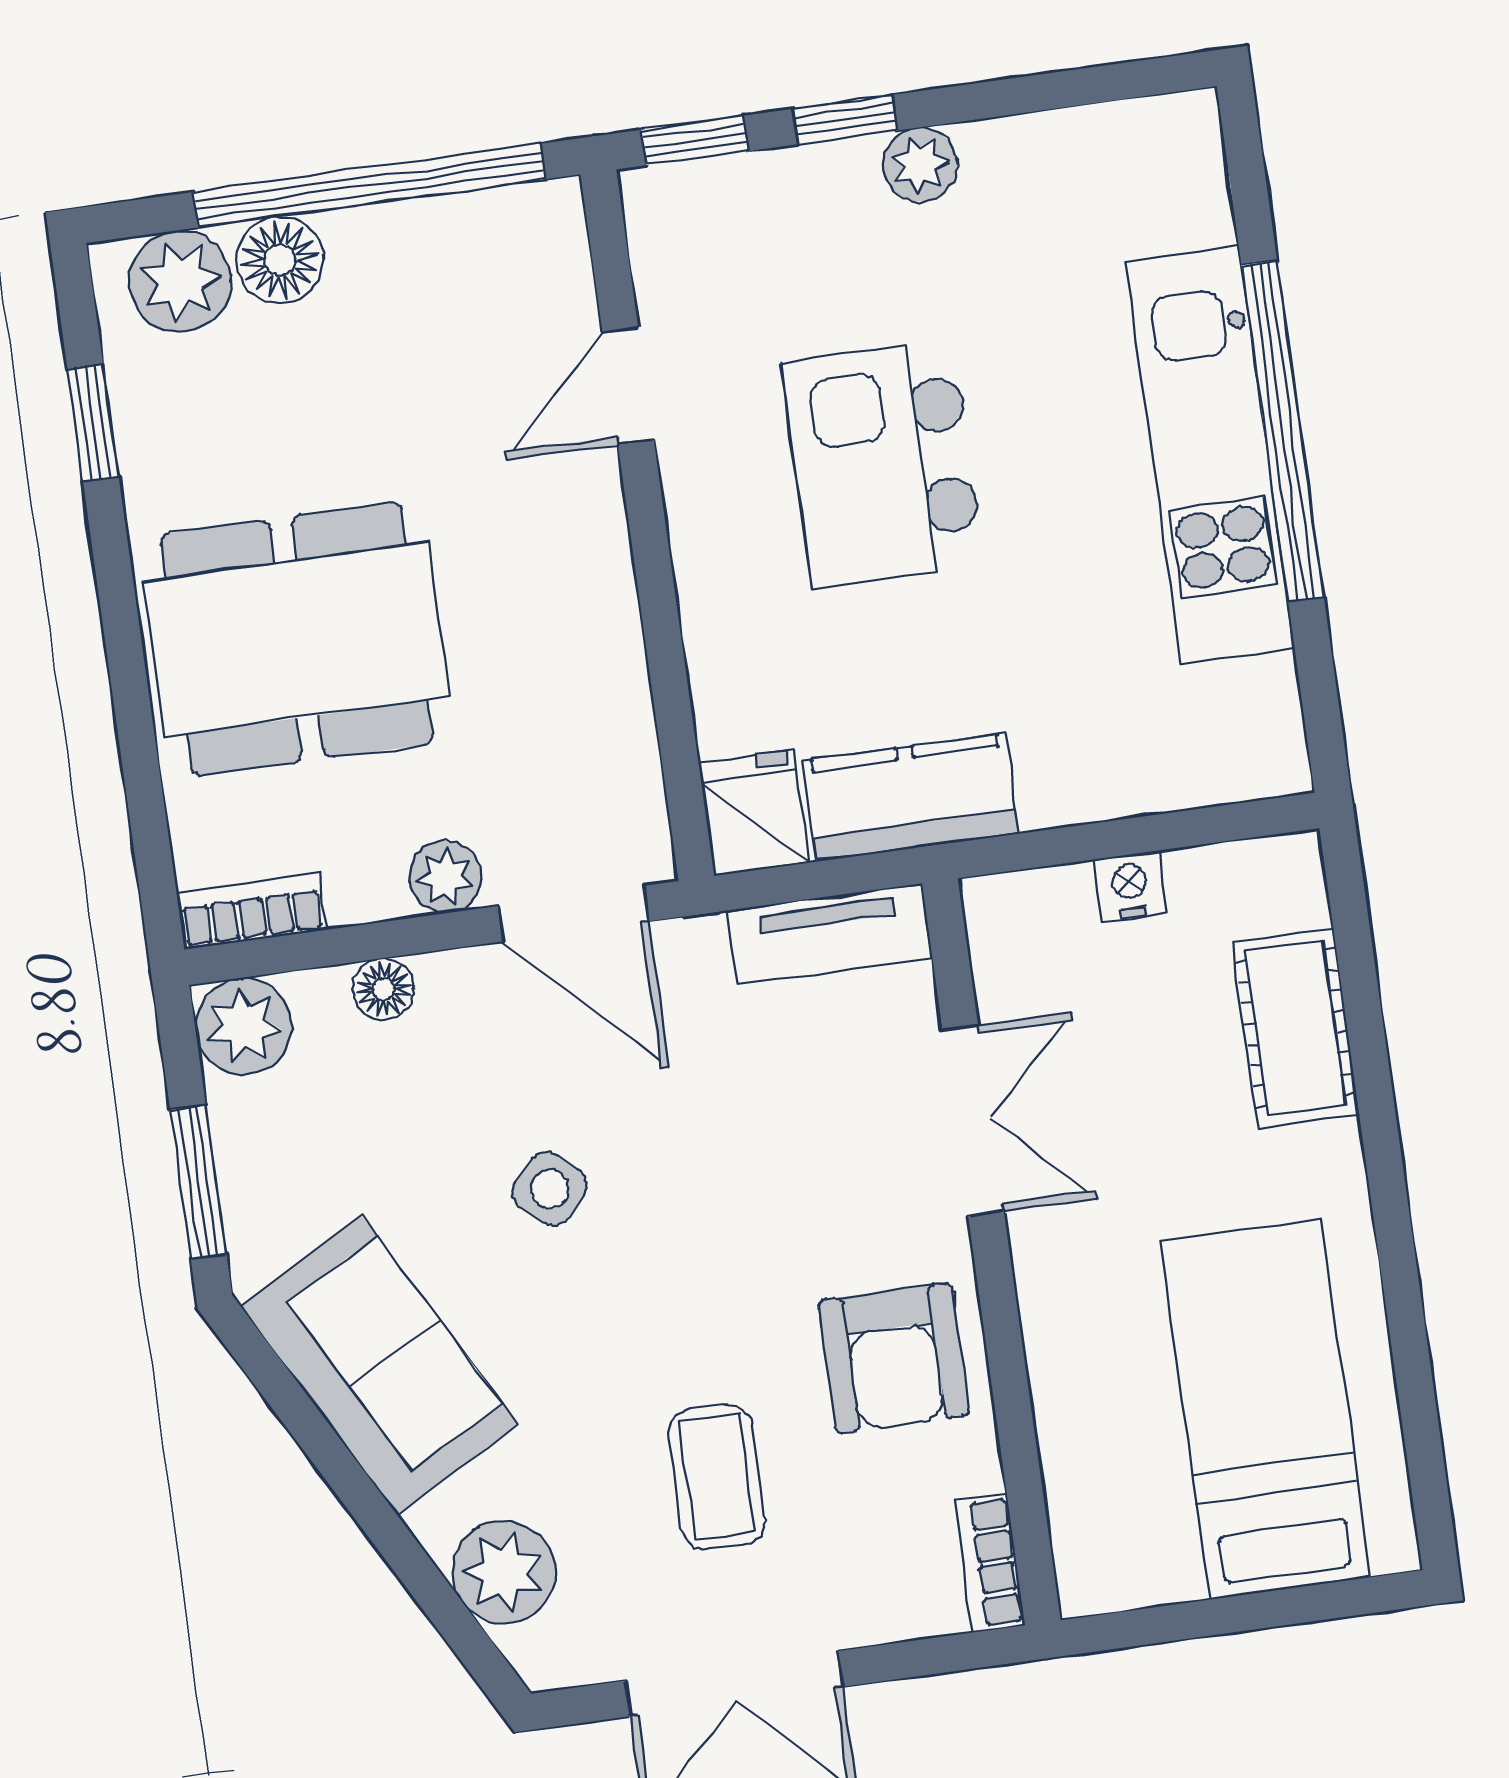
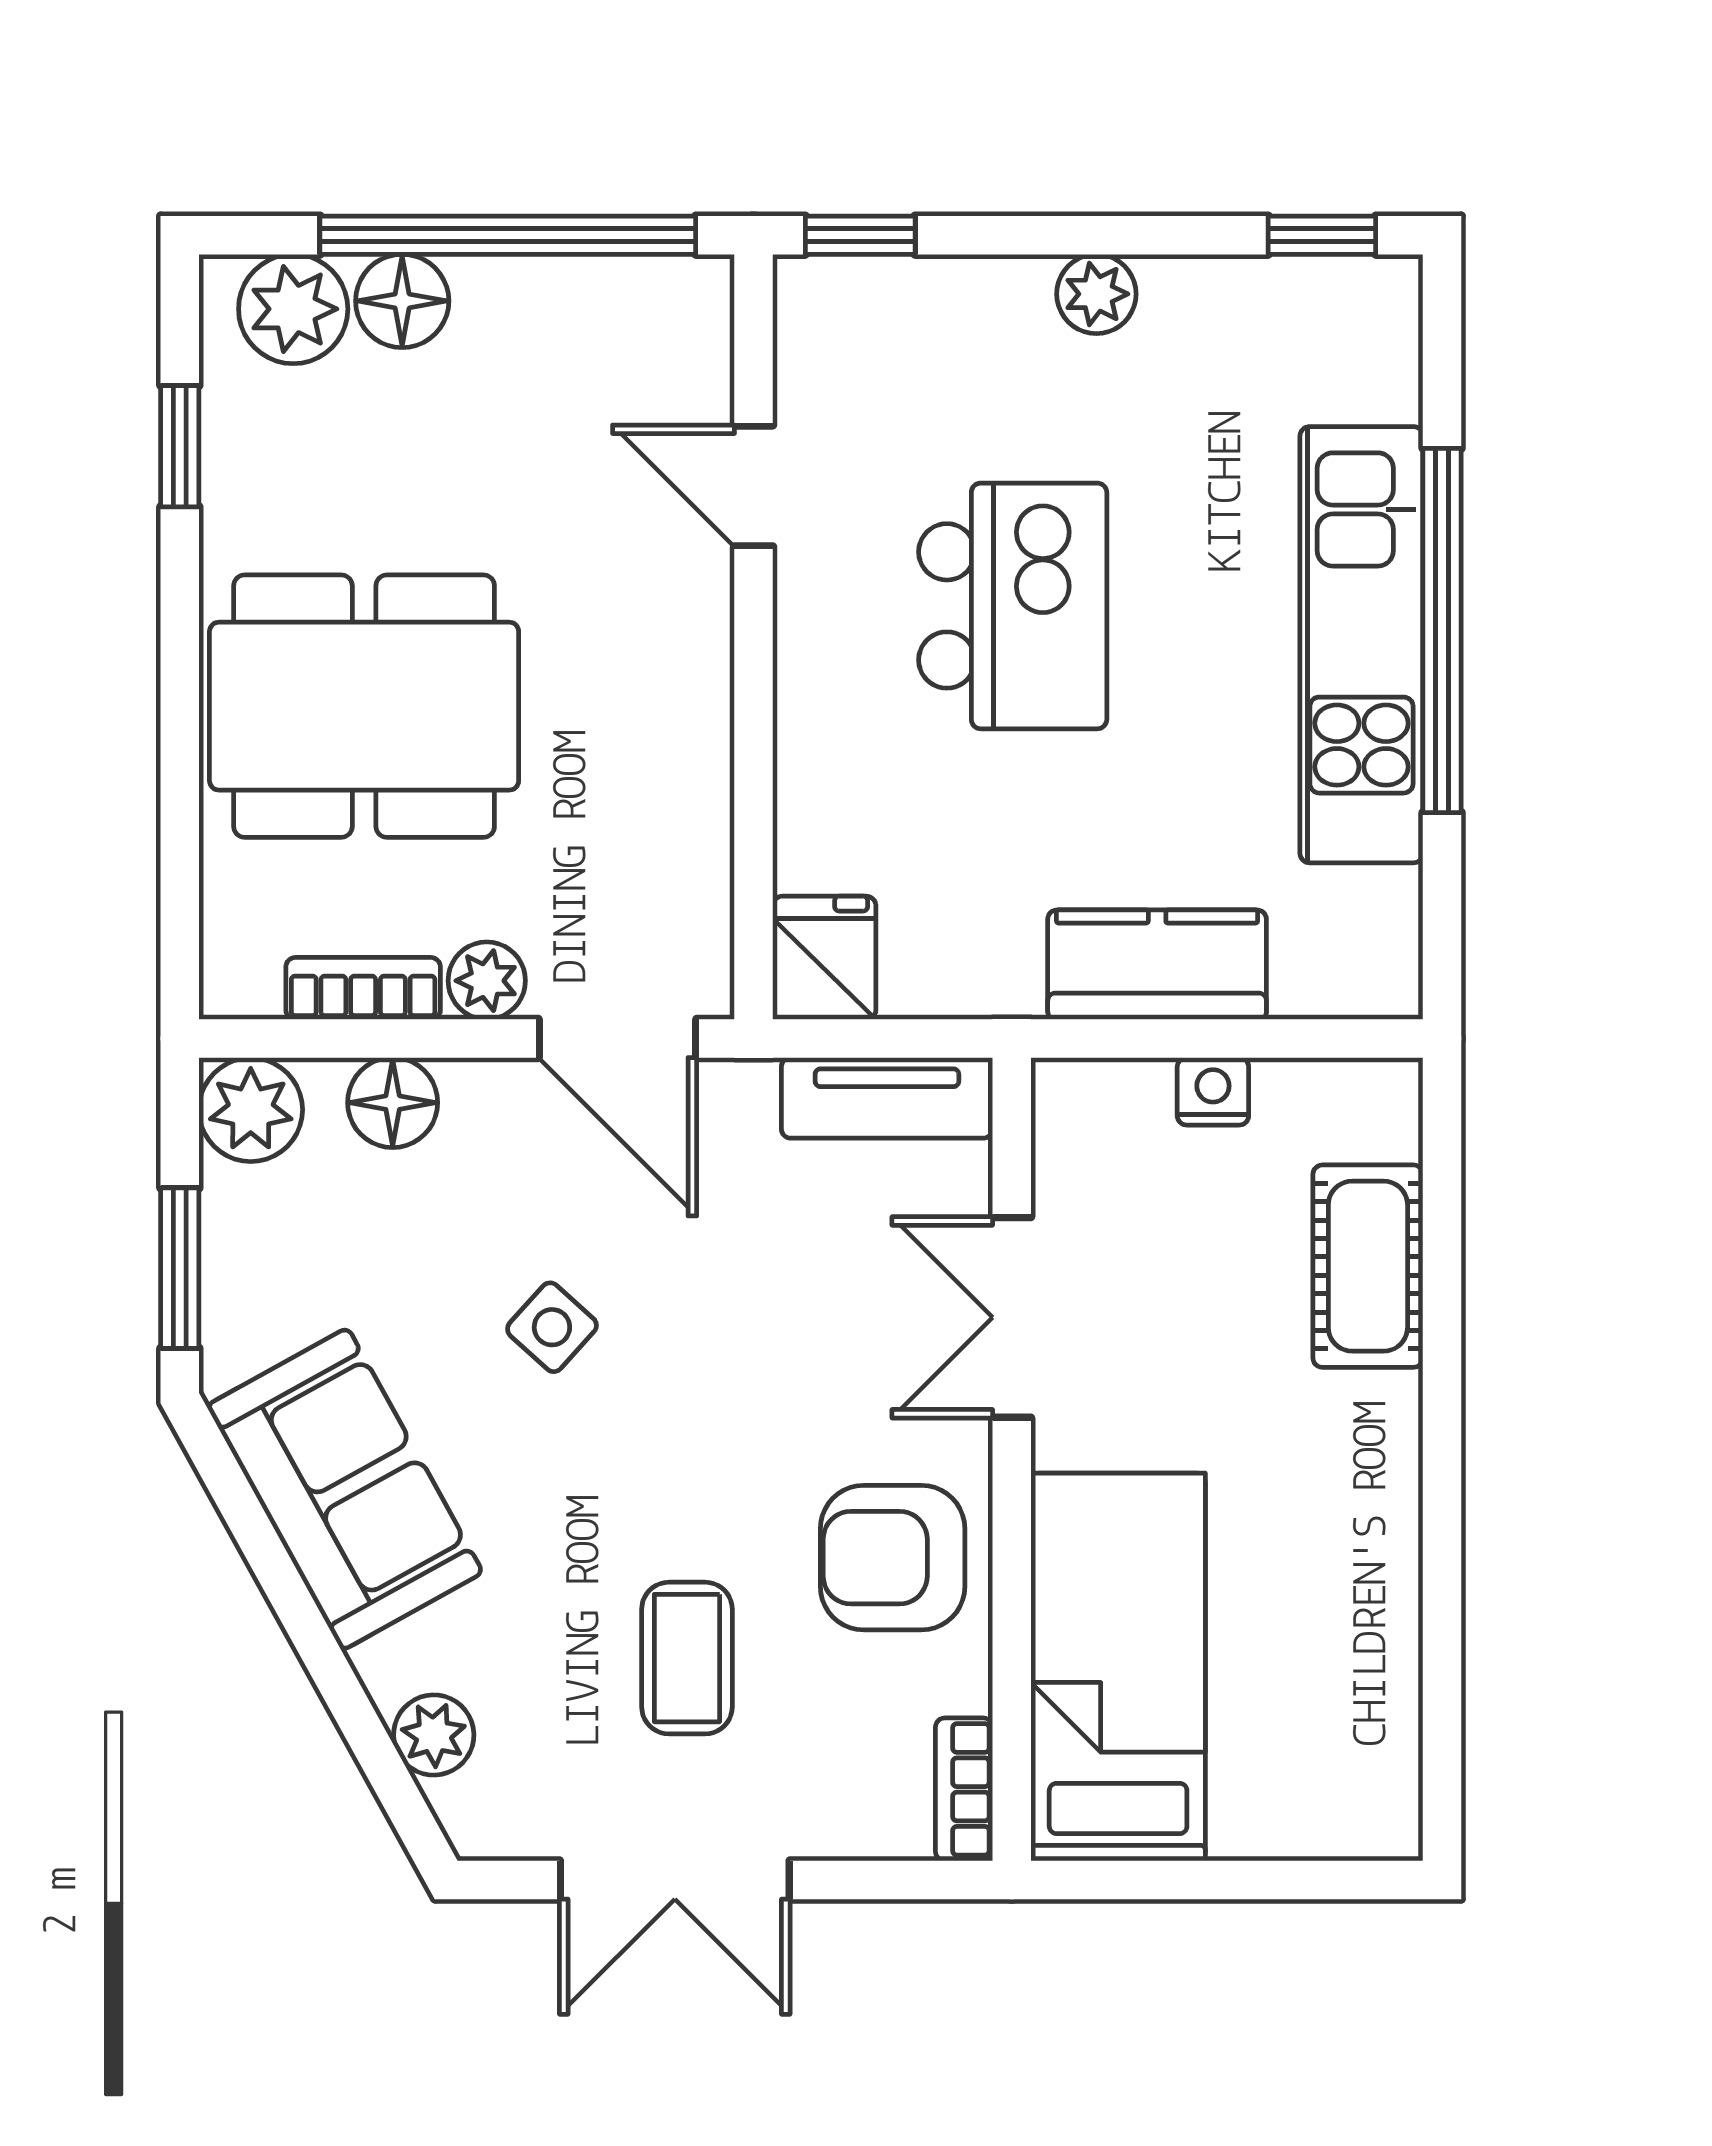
window: (845, 120) -> (1322, 235), moved
door: (628, 386) -> (754, 486), hinge flipped
kitchen island: (883, 463) -> (1013, 606), turned 180
kitchen counter: (911, 797) -> (1157, 965), moved
bookcase: (251, 911) -> (363, 988), moved
floor lamp: (383, 989) -> (393, 1103), width x1.37, depth x1.37
double door: (973, 1121) -> (1012, 1317), swing flipped
armchair: (894, 1358) -> (893, 1558), turned 90
bed: (1265, 1409) -> (1118, 1667), moved
plant: (504, 1572) -> (434, 1735), width x0.73, depth x0.73

